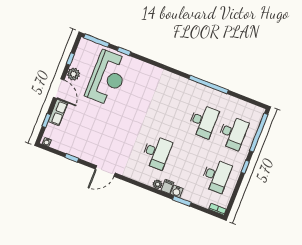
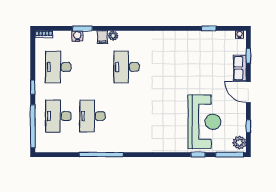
plant: (74, 74) -> (239, 143), moved
reception desk: (107, 78) -> (204, 122), turned 180
door: (105, 171) -> (170, 28), removed
water cooler: (177, 191) -> (77, 36), moved

